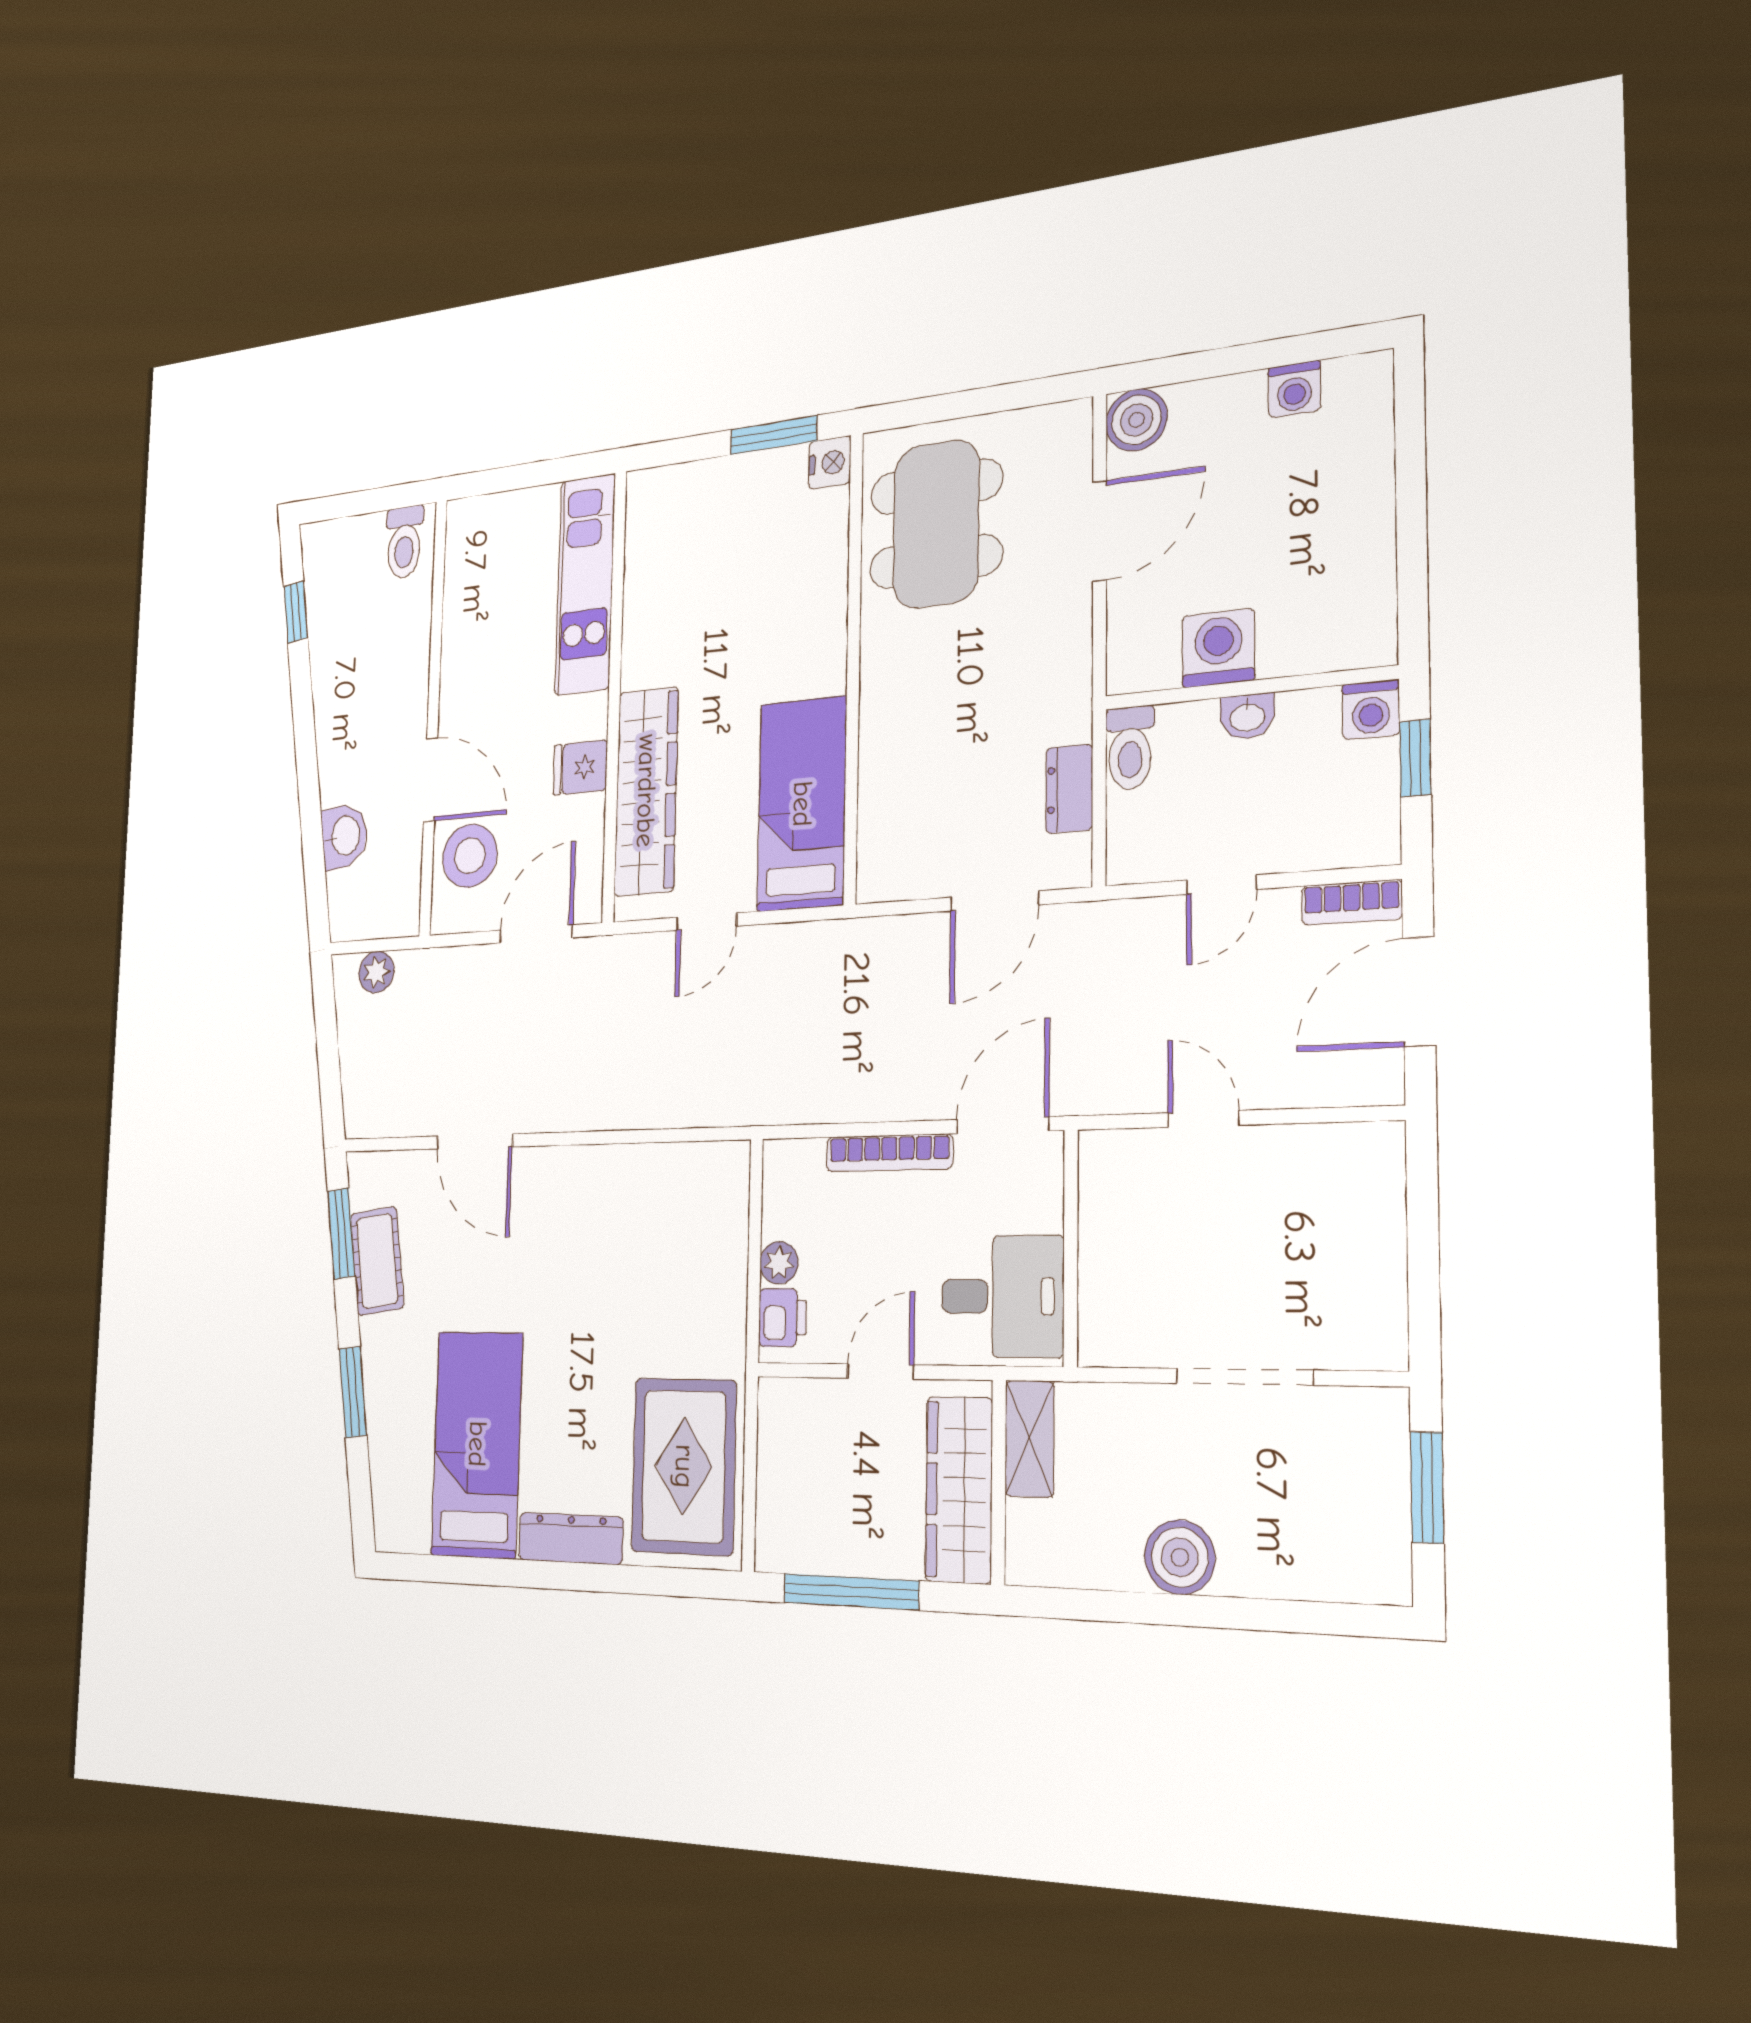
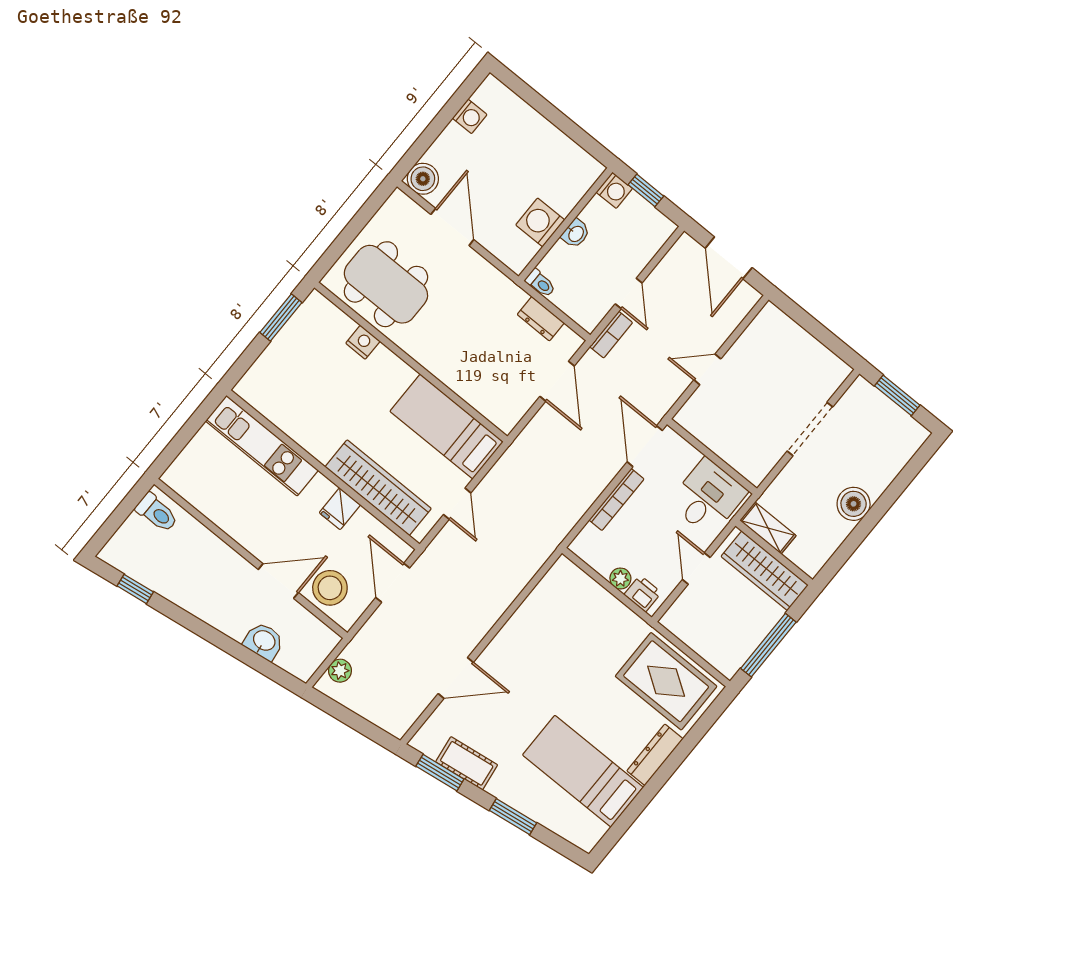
nightstand: (830, 463) -> (363, 342), moved
toilet: (1130, 748) -> (540, 283), width x0.73, depth x0.72
bookcase: (1352, 902) -> (611, 335), moved

